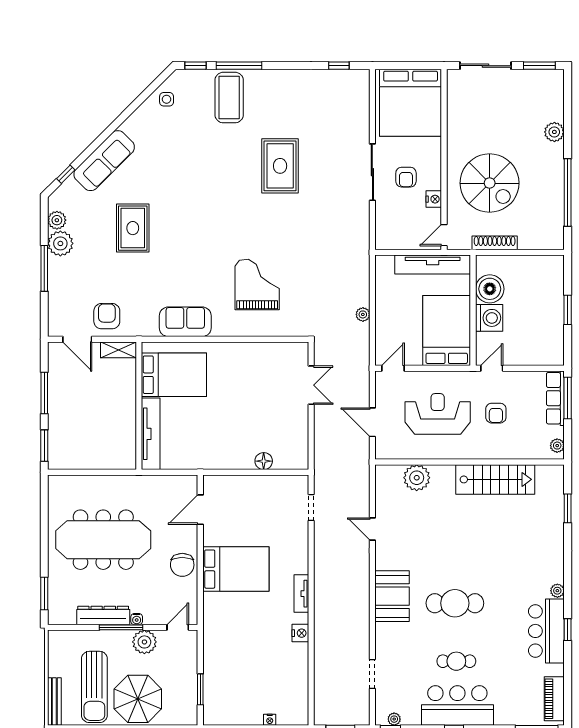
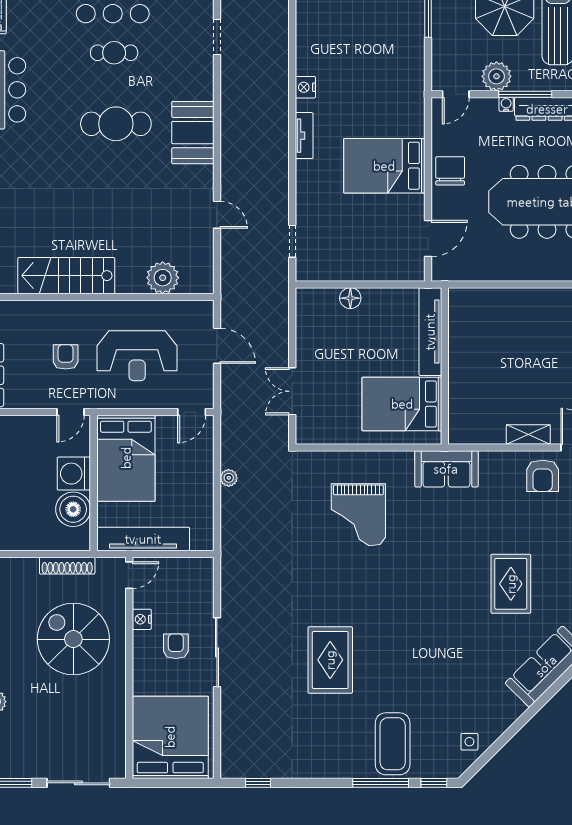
bed: (174, 375) -> (402, 404), moved
wall: (139, 406) -> (445, 366), moved
tv unit: (151, 434) -> (430, 332), moved

